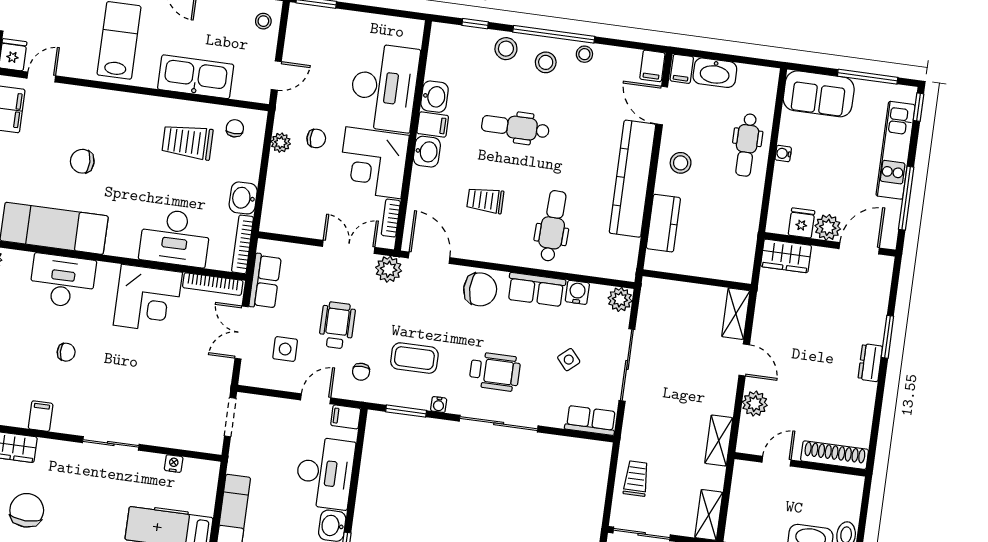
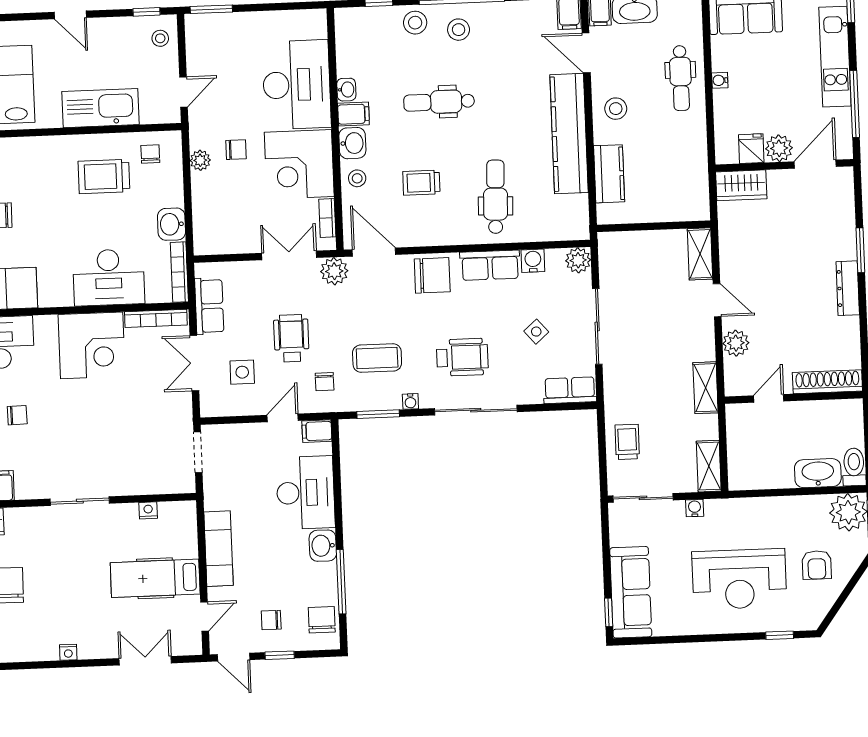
stool: (584, 54) -> (357, 178), moved
washbasin: (435, 97) -> (346, 90), width x0.72, depth x0.69
dresser: (870, 363) -> (848, 288), width x1.44

